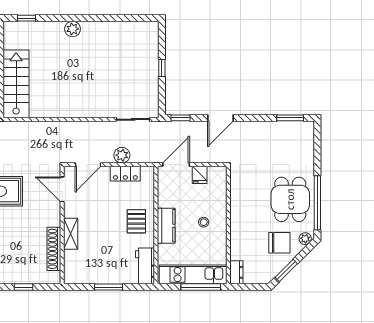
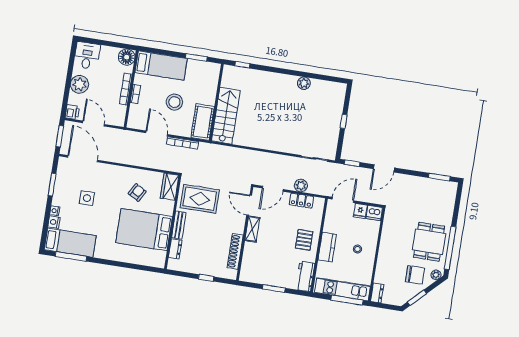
plant: (73, 29) -> (304, 83), moved
dishwasher: (217, 175) -> (374, 213), added
shelving: (71, 234) -> (252, 229), moved

